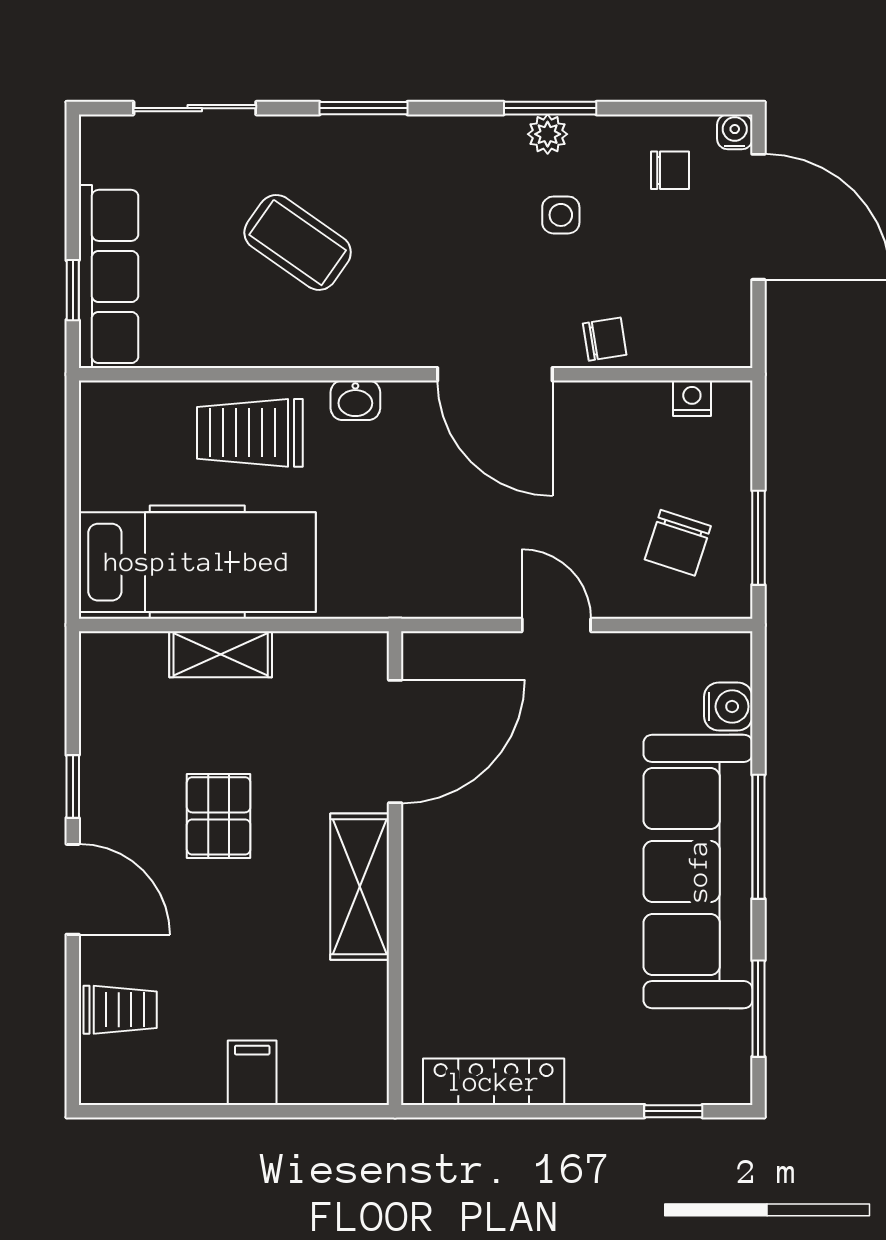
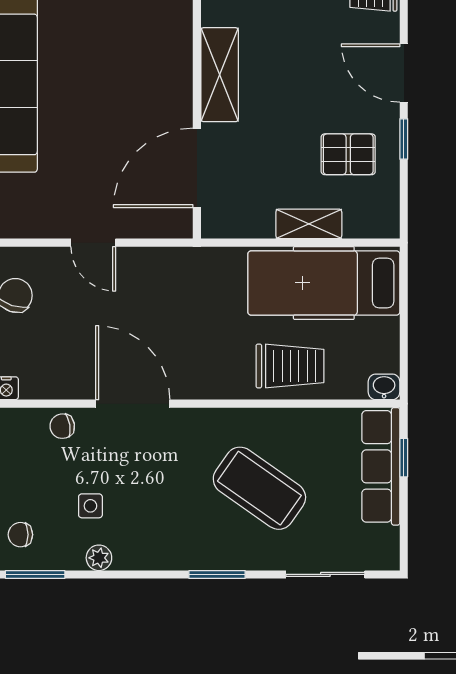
window: (550, 108) -> (35, 574), moved
coffee table: (298, 242) -> (259, 488), width x1.36, depth x1.32
washbasin: (355, 400) -> (384, 387), moved
pallet: (219, 816) -> (348, 154), moved, turned 90

